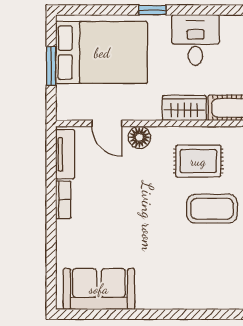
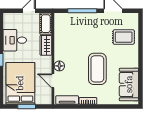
door: (107, 123) -> (53, 81), swing flipped
rug: (198, 161) -> (124, 37), moved, turned 90
coffee table: (212, 209) -> (97, 69), moved, width x1.36, depth x1.32

